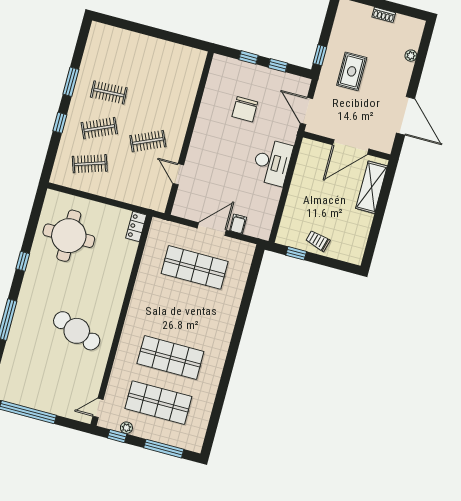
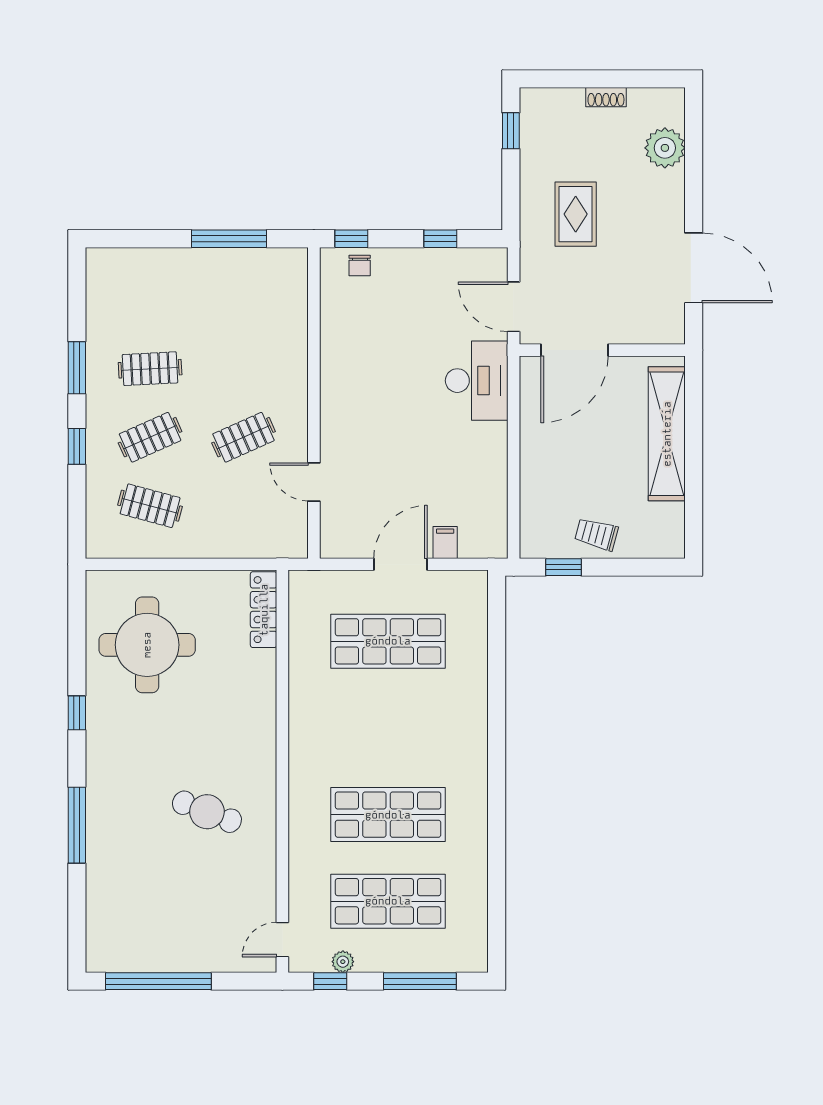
window: (168, 36) -> (229, 239), added
window: (320, 55) -> (511, 131), moved
plant: (411, 56) -> (665, 148), width x1.88, depth x1.88
window: (248, 57) -> (351, 239), moved
chair: (245, 109) -> (360, 265), moved, width x0.54, depth x0.54
door: (351, 147) -> (575, 350), moved
desk: (272, 162) -> (477, 381), moved
clothes rail: (90, 164) -> (150, 506), turned 33
shelving: (371, 187) -> (667, 434), width x1.47
locker: (136, 226) -> (264, 610), width x1.53
cafe table: (77, 331) -> (207, 812), width x0.73, depth x0.74

